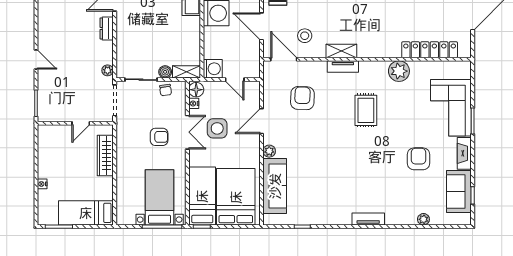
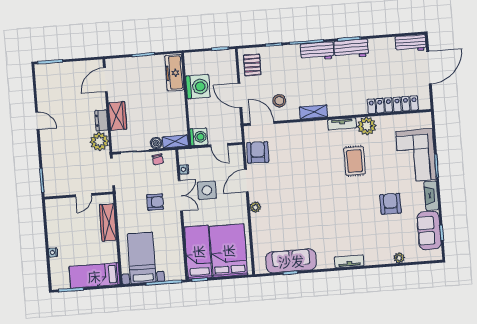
dresser: (107, 28) -> (101, 120), moved
wardrobe: (125, 39) -> (118, 116), added
door: (36, 60) -> (37, 121), moved
tv unit: (343, 67) -> (342, 124), moved
plant: (108, 70) -> (99, 142), width x1.88, depth x1.88
floor lamp: (196, 90) -> (185, 157), removed
armchair: (302, 98) -> (258, 152), moved
rug: (366, 110) -> (355, 161), moved
sofa: (275, 186) -> (291, 261), moved, turned -90
bed with nightstands: (160, 197) -> (142, 258), moved

